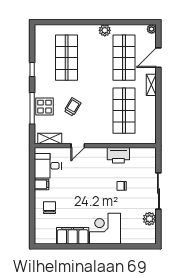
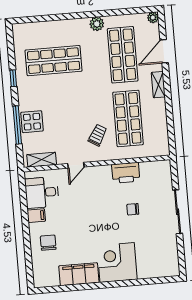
shop shelf: (67, 58) -> (54, 61), turned 90
trolley: (73, 107) -> (98, 135), moved
plant: (149, 219) -> (170, 246), removed

